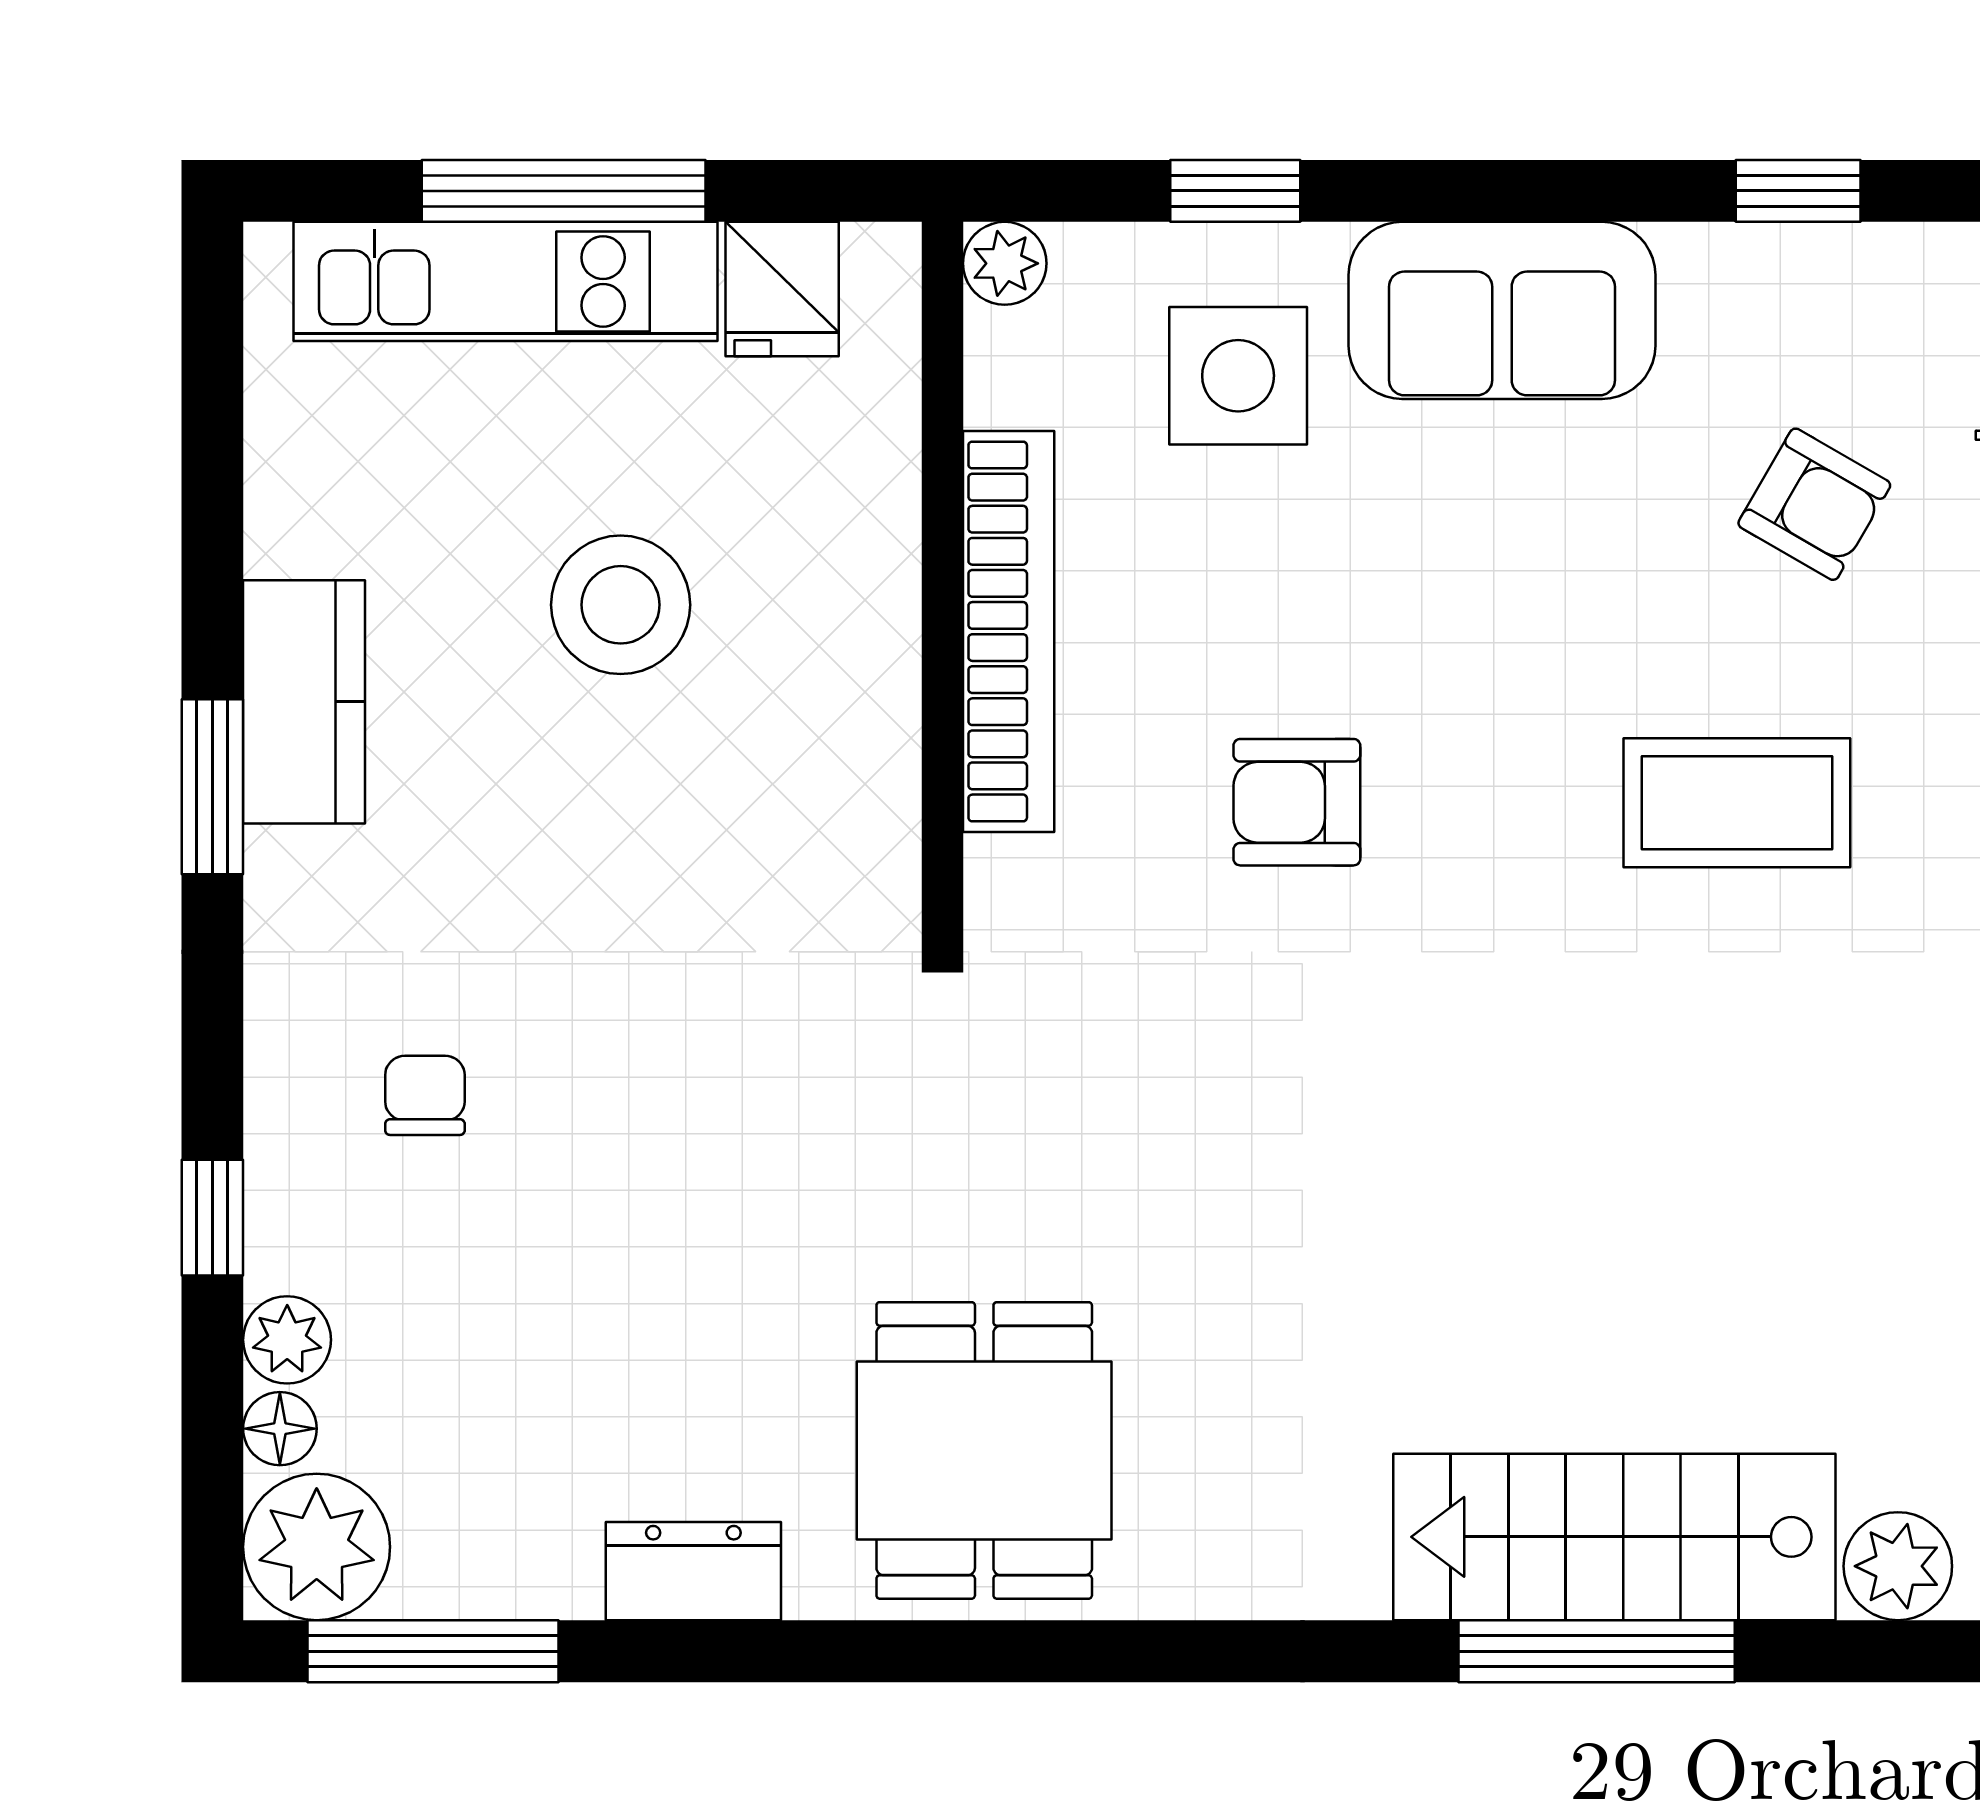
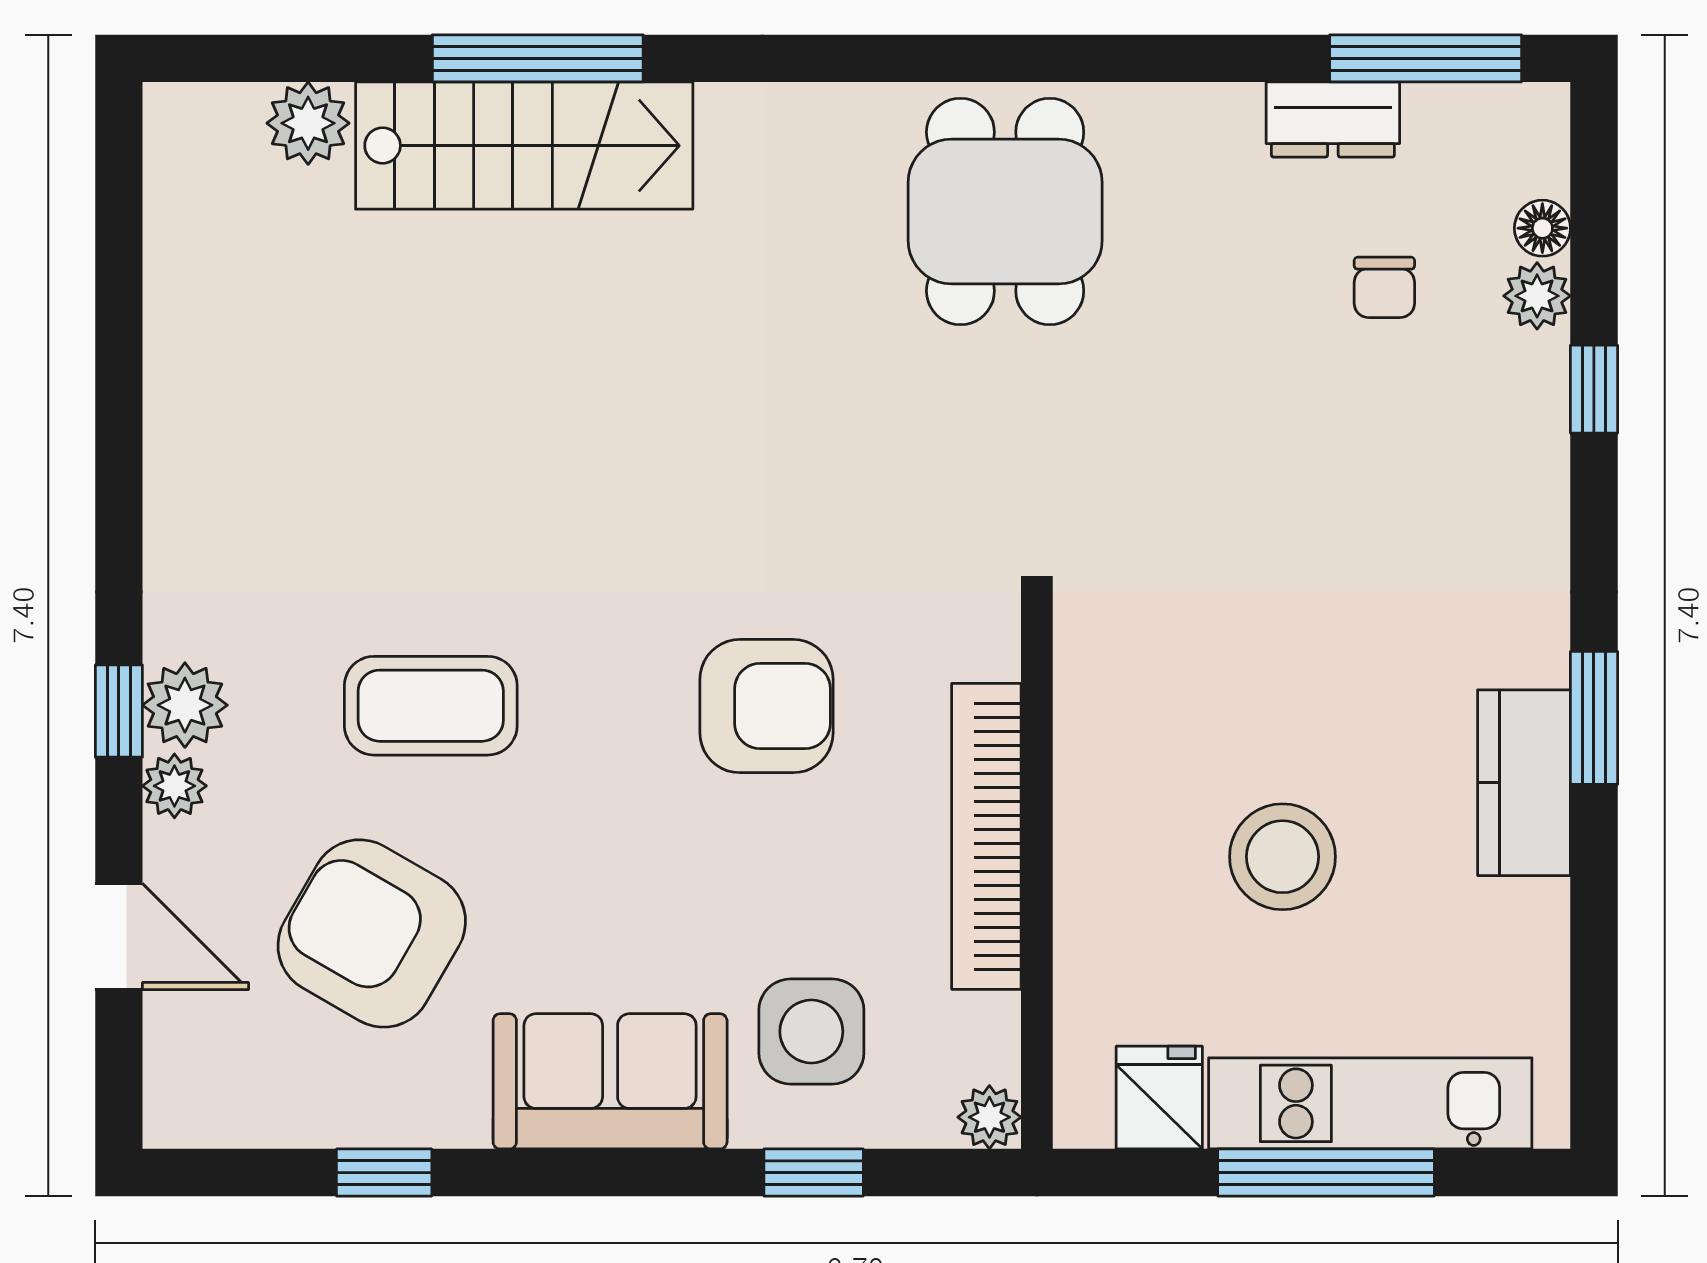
armchair: (1814, 504) -> (372, 933), width x1.88, depth x1.88
armchair: (1297, 802) -> (767, 706), width x1.38, depth x1.38
chair: (425, 1095) -> (1384, 287), moved
plant: (317, 1547) -> (1514, 138), removed
dresser: (693, 1571) -> (1333, 119), moved

